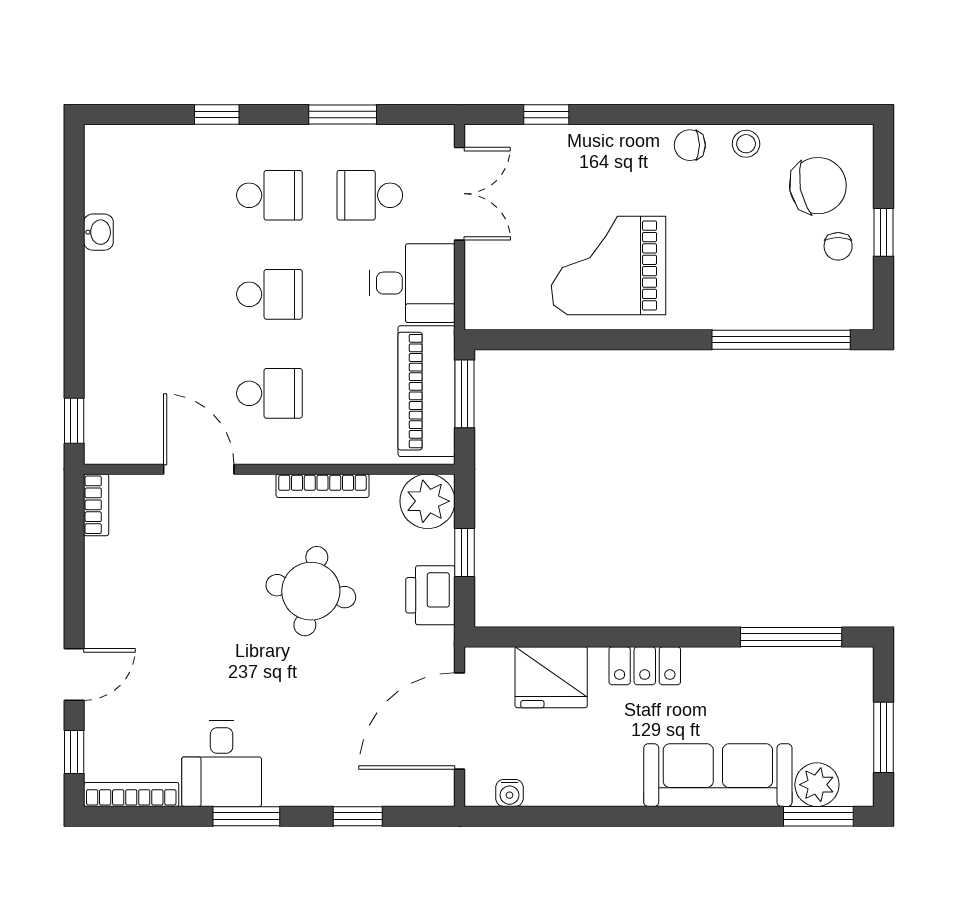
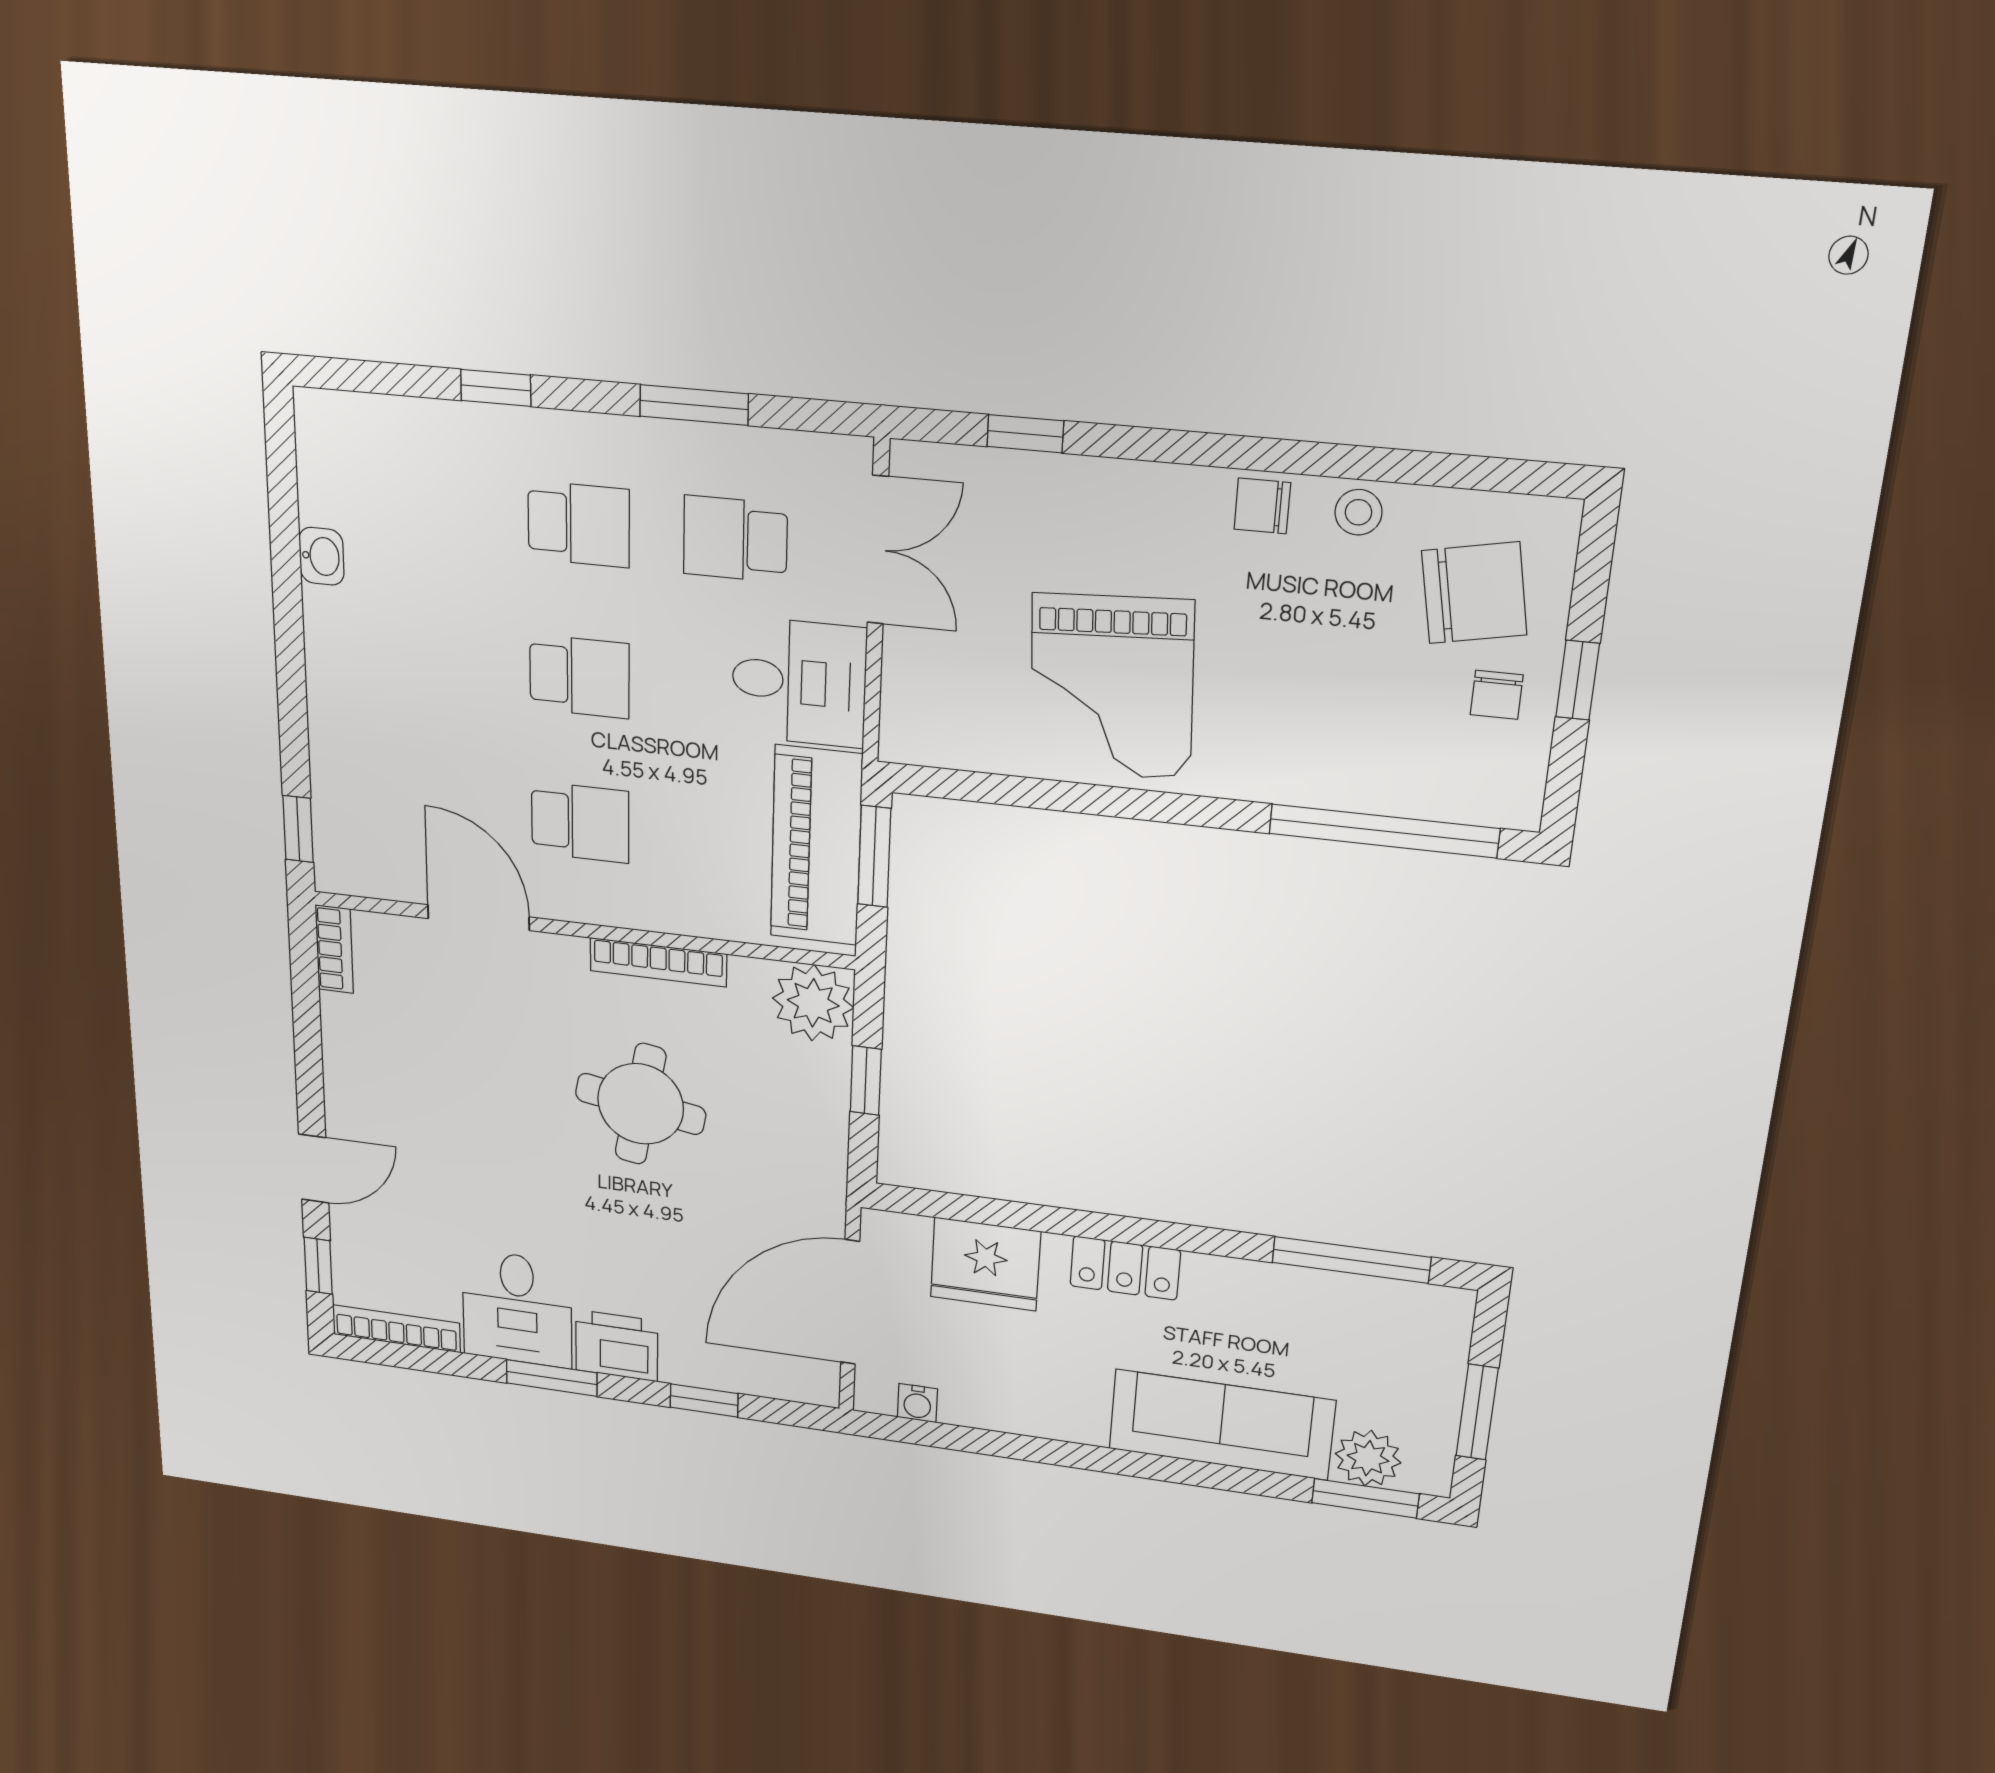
grand piano: (608, 265) -> (1112, 687), turned -93
printer: (430, 595) -> (617, 1346), moved, turned 90

